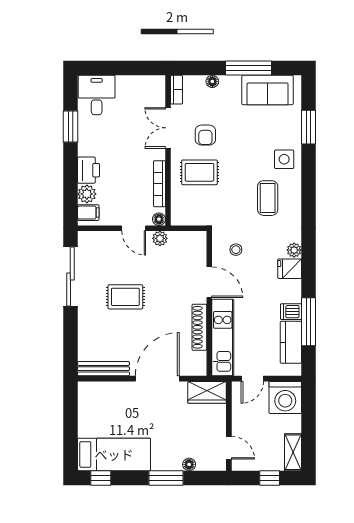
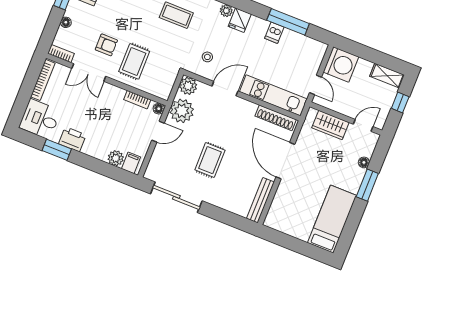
bookcase: (140, 81) -> (43, 80), added
printer: (89, 170) -> (72, 139), moved
bookcase: (159, 184) -> (137, 100), width x0.64
plant: (160, 238) -> (182, 111), width x1.88, depth x1.88
plant: (196, 241) -> (188, 86), added
shoe rack: (199, 327) -> (276, 118), moved
kitchen counter: (291, 342) -> (299, 42), removed
wardrobe: (207, 392) -> (330, 125), moved, turned 90
window: (101, 478) -> (347, 237), removed

